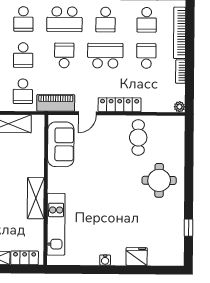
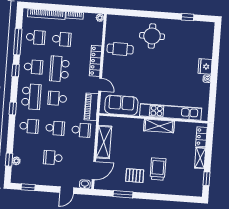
school desk: (146, 56) -> (62, 39), turned 180
kitchen unit: (56, 224) -> (171, 112), width x1.36
fridge: (137, 256) -> (205, 66), moved

